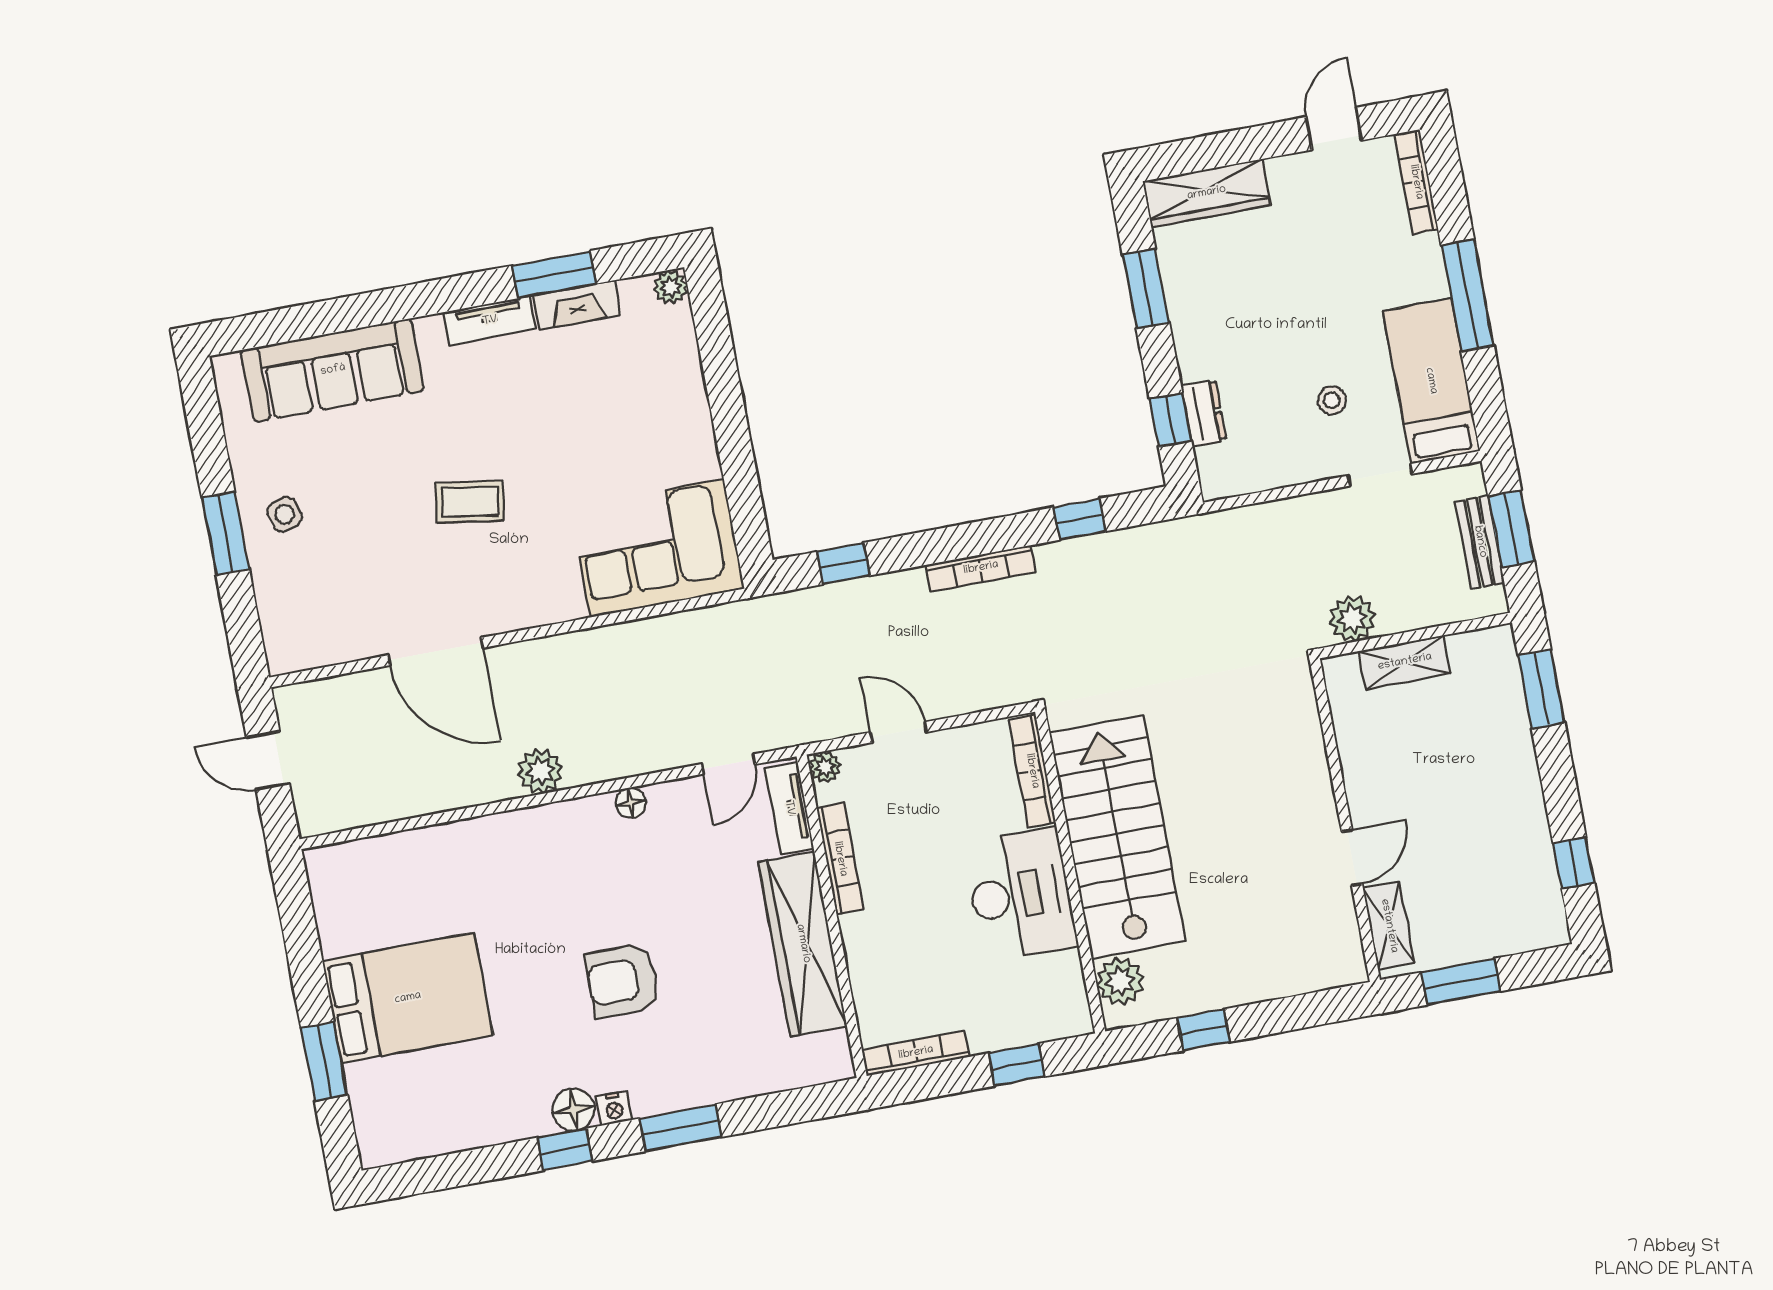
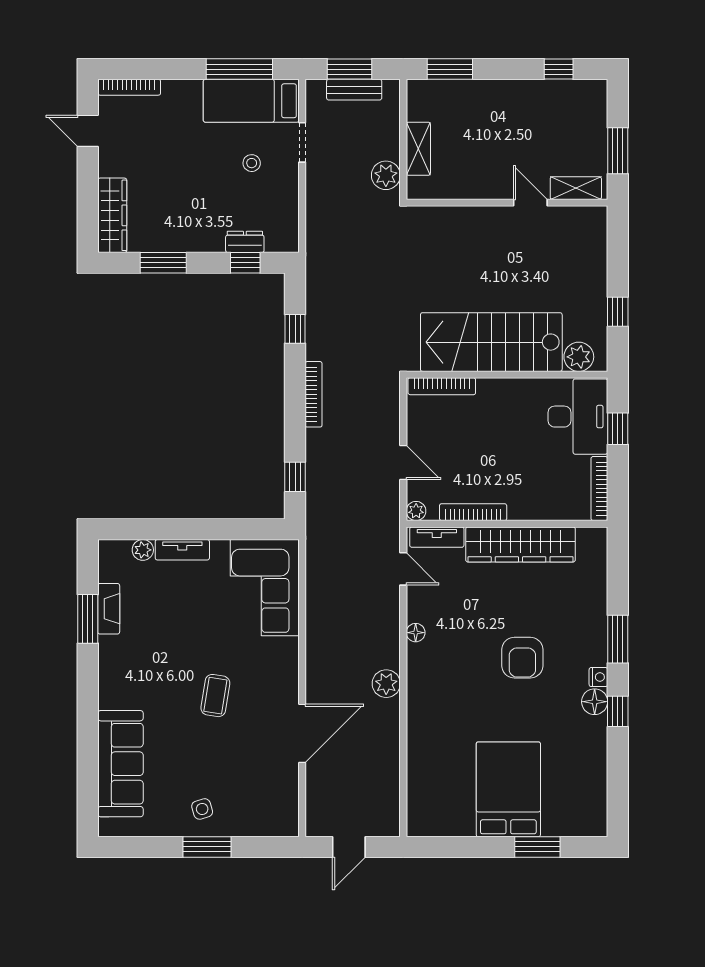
plant: (671, 287) -> (143, 550), moved
window: (1468, 295) -> (239, 69), moved
tv unit: (490, 321) -> (182, 550), moved, turned 90
door: (899, 732) -> (403, 463), swing flipped
desk: (1020, 895) -> (578, 417), moved, turned 90

